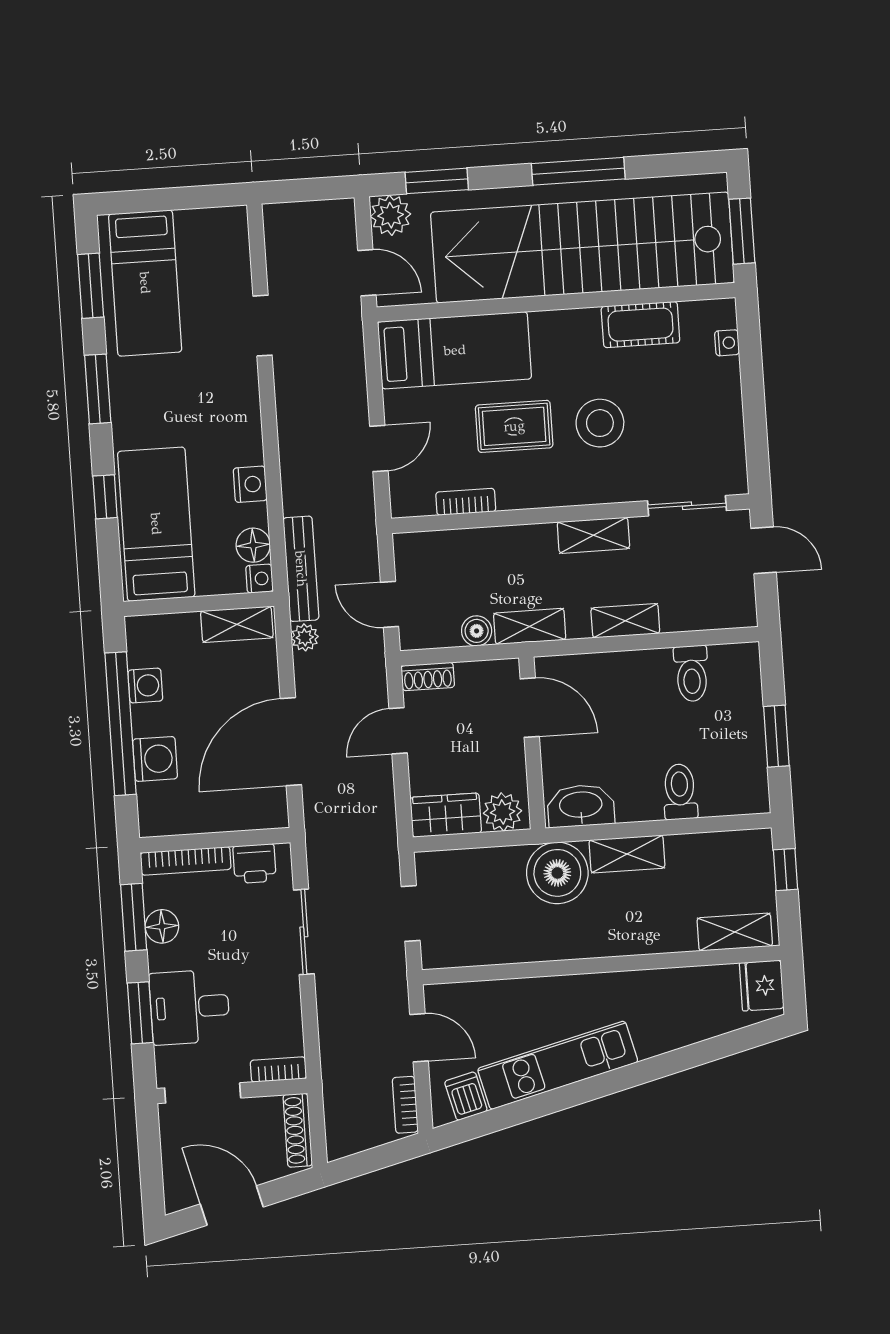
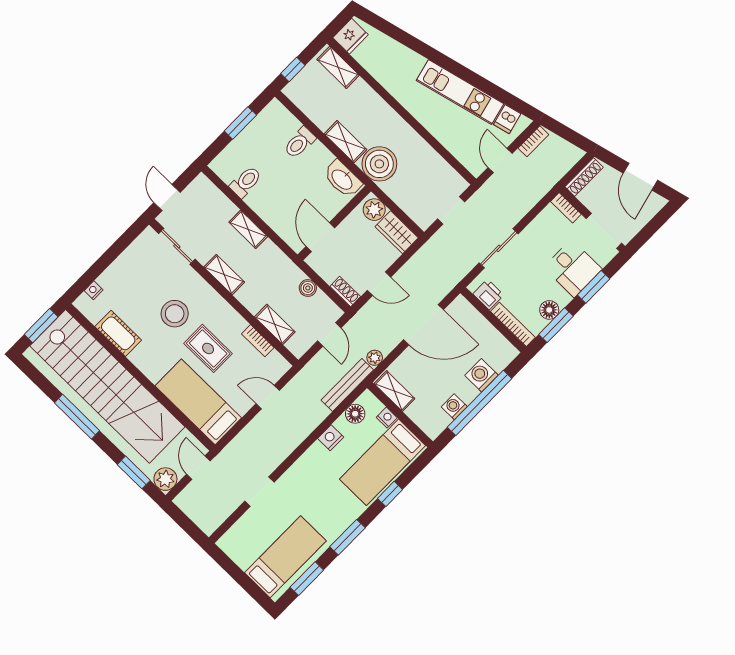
nightstand: (259, 579) -> (387, 418), moved, turned 90
shelving: (530, 626) -> (275, 324), moved

